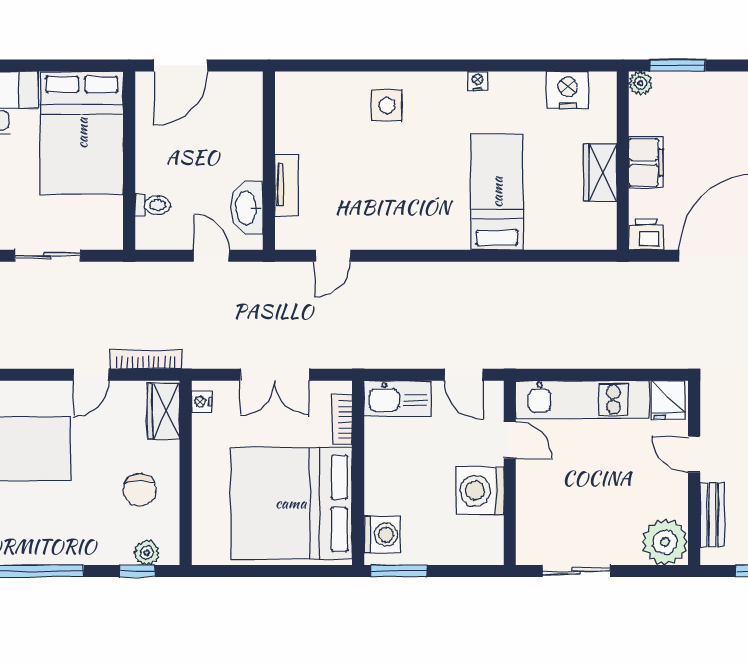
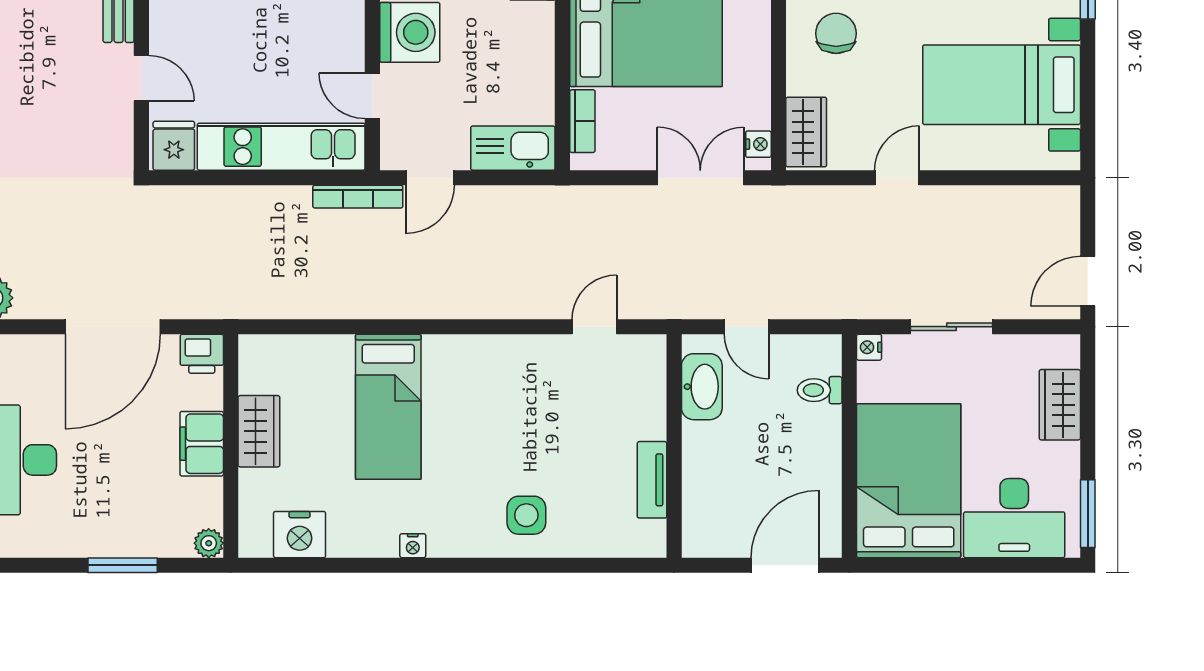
window: (678, 65) -> (123, 565), moved
tv unit: (287, 185) -> (652, 480), moved
nightstand: (113, 239) -> (869, 347), added
bookcase: (146, 360) -> (358, 197), moved
double door: (275, 375) -> (700, 178), moved
door: (464, 375) -> (430, 178), swing flipped

